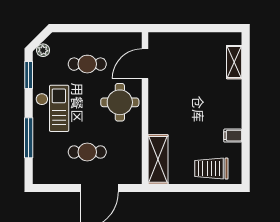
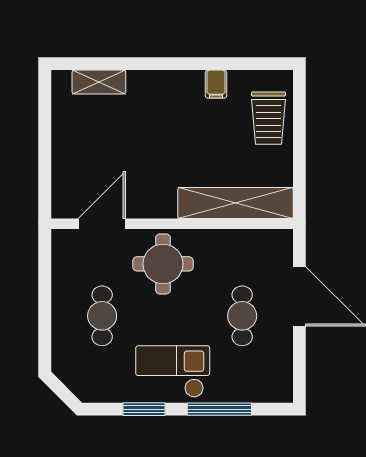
plant: (43, 50) -> (80, 386), removed
door: (145, 64) -> (102, 224), swing flipped
window: (29, 75) -> (144, 409), moved
shelving: (158, 159) -> (235, 203), width x1.47

